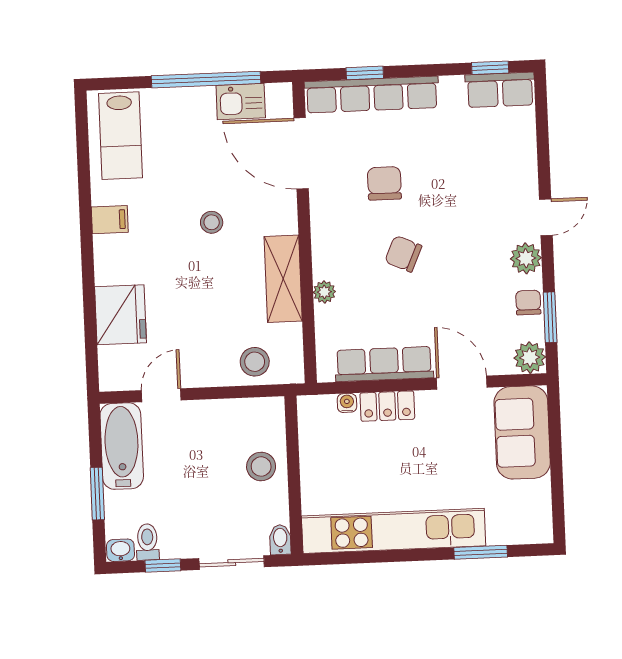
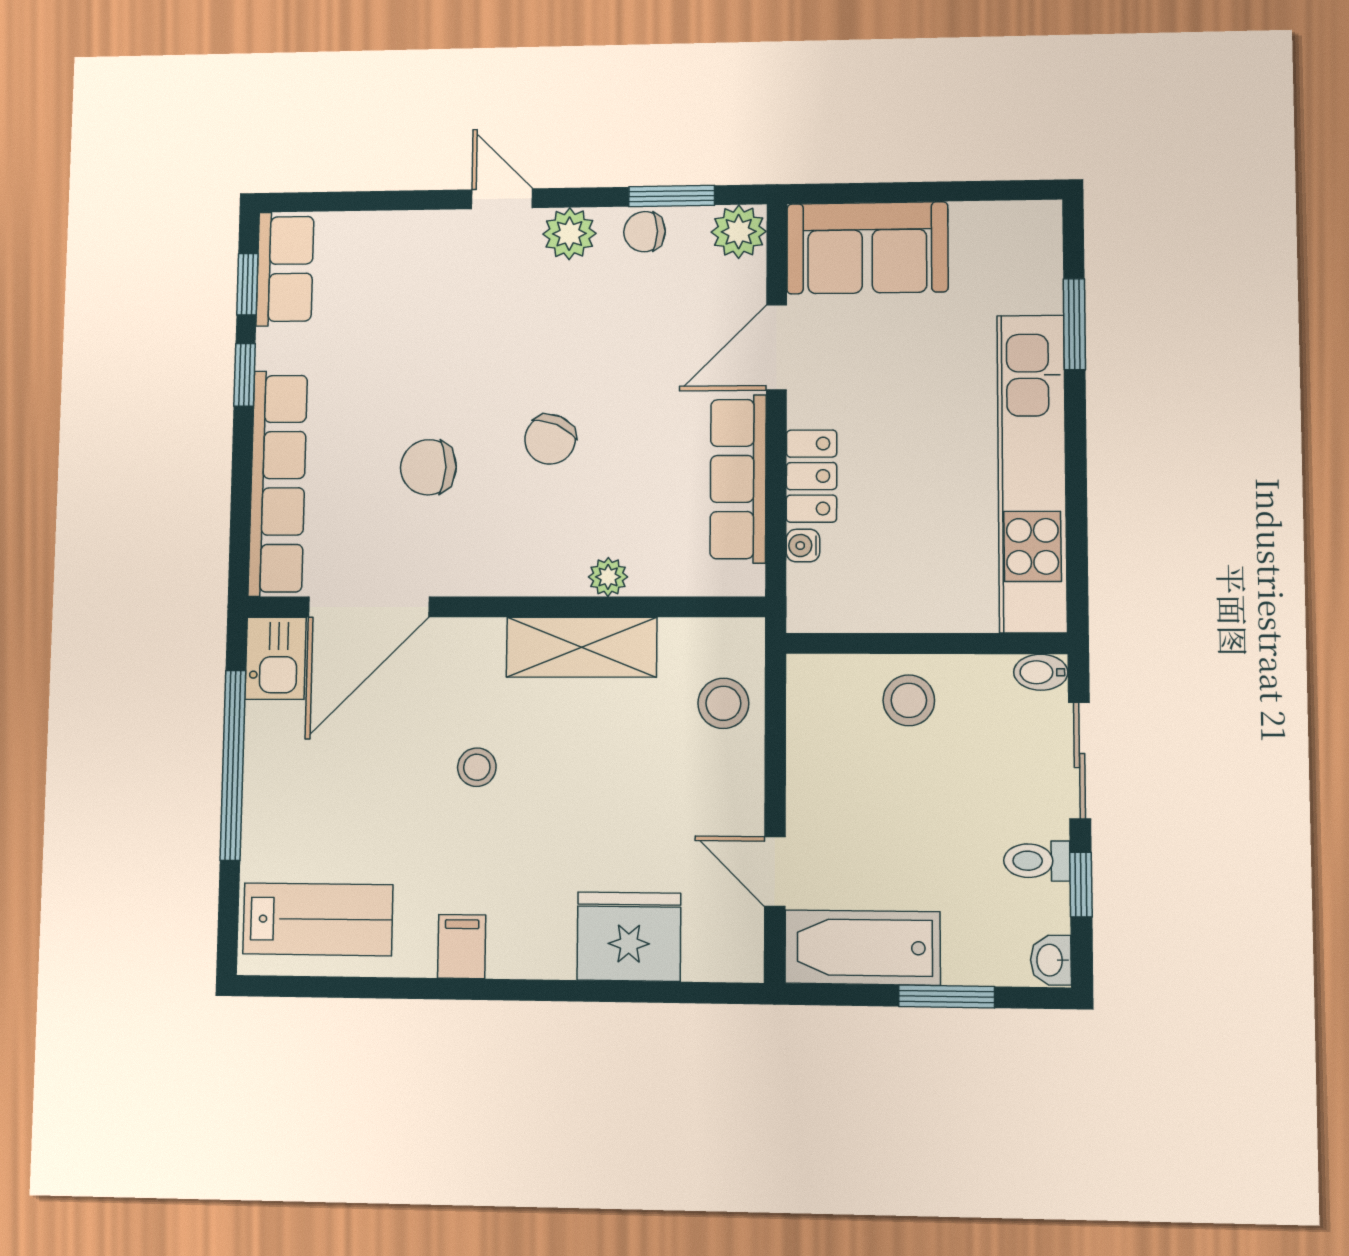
window: (365, 73) -> (245, 375), moved
kitchen sink: (241, 102) -> (275, 658), moved
toilet: (147, 542) -> (1037, 861), moved

